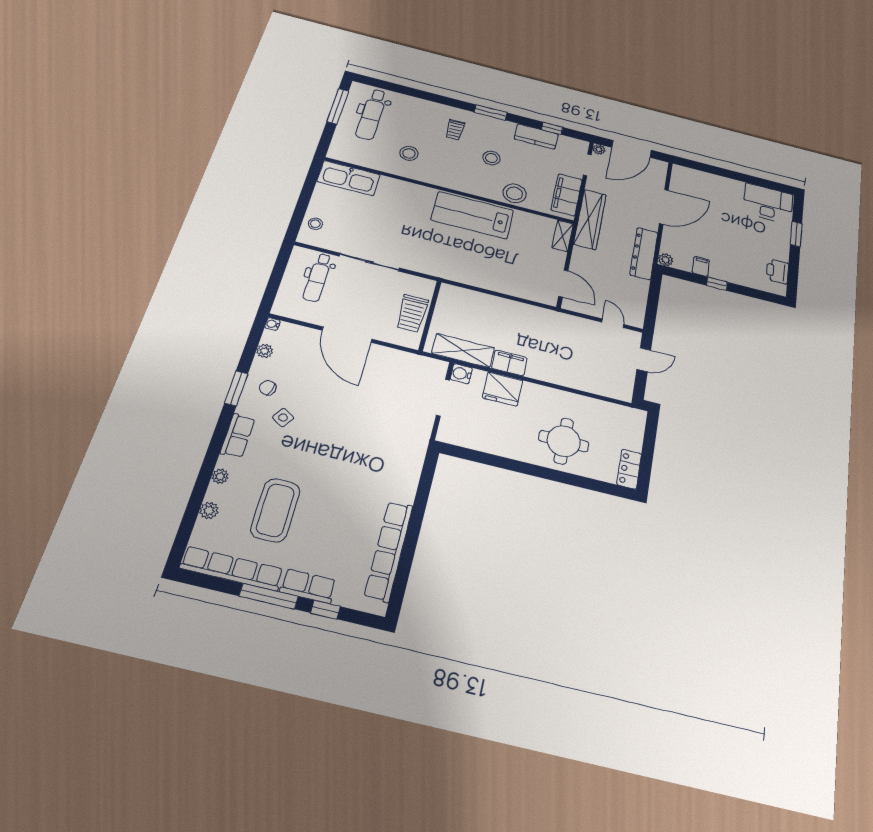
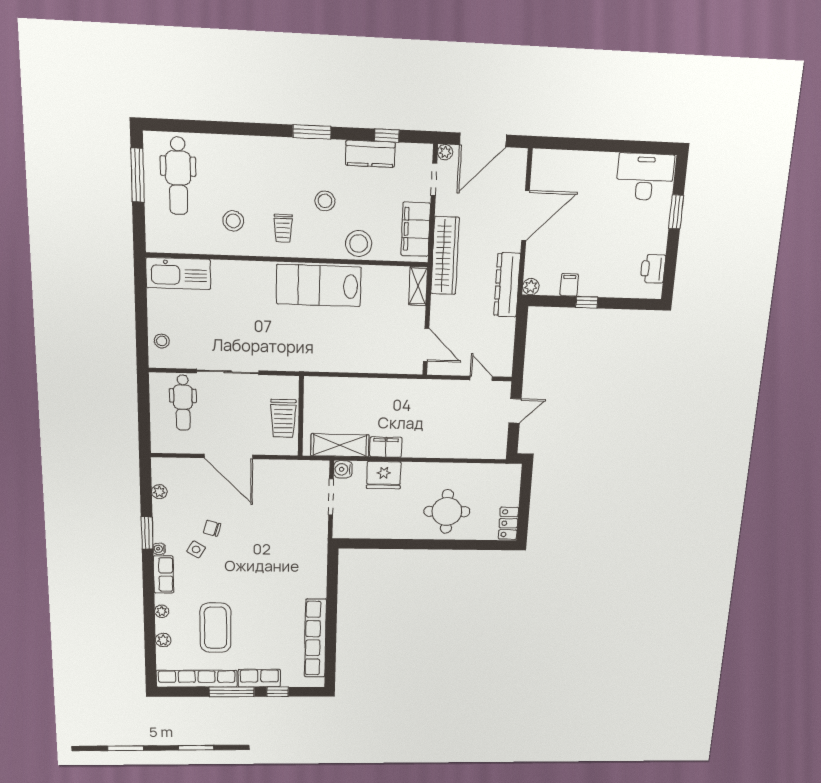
trolley: (455, 130) -> (283, 228), moved
water cooler: (272, 324) -> (159, 549), moved
chair: (268, 388) -> (212, 528), moved

